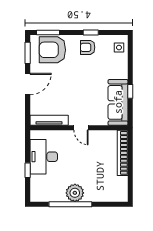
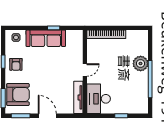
armchair: (52, 50) -> (18, 95), turned -90
sofa: (118, 102) -> (46, 38), moved
desk: (44, 157) -> (99, 99), moved, turned 90
plant: (75, 193) -> (141, 64), moved

